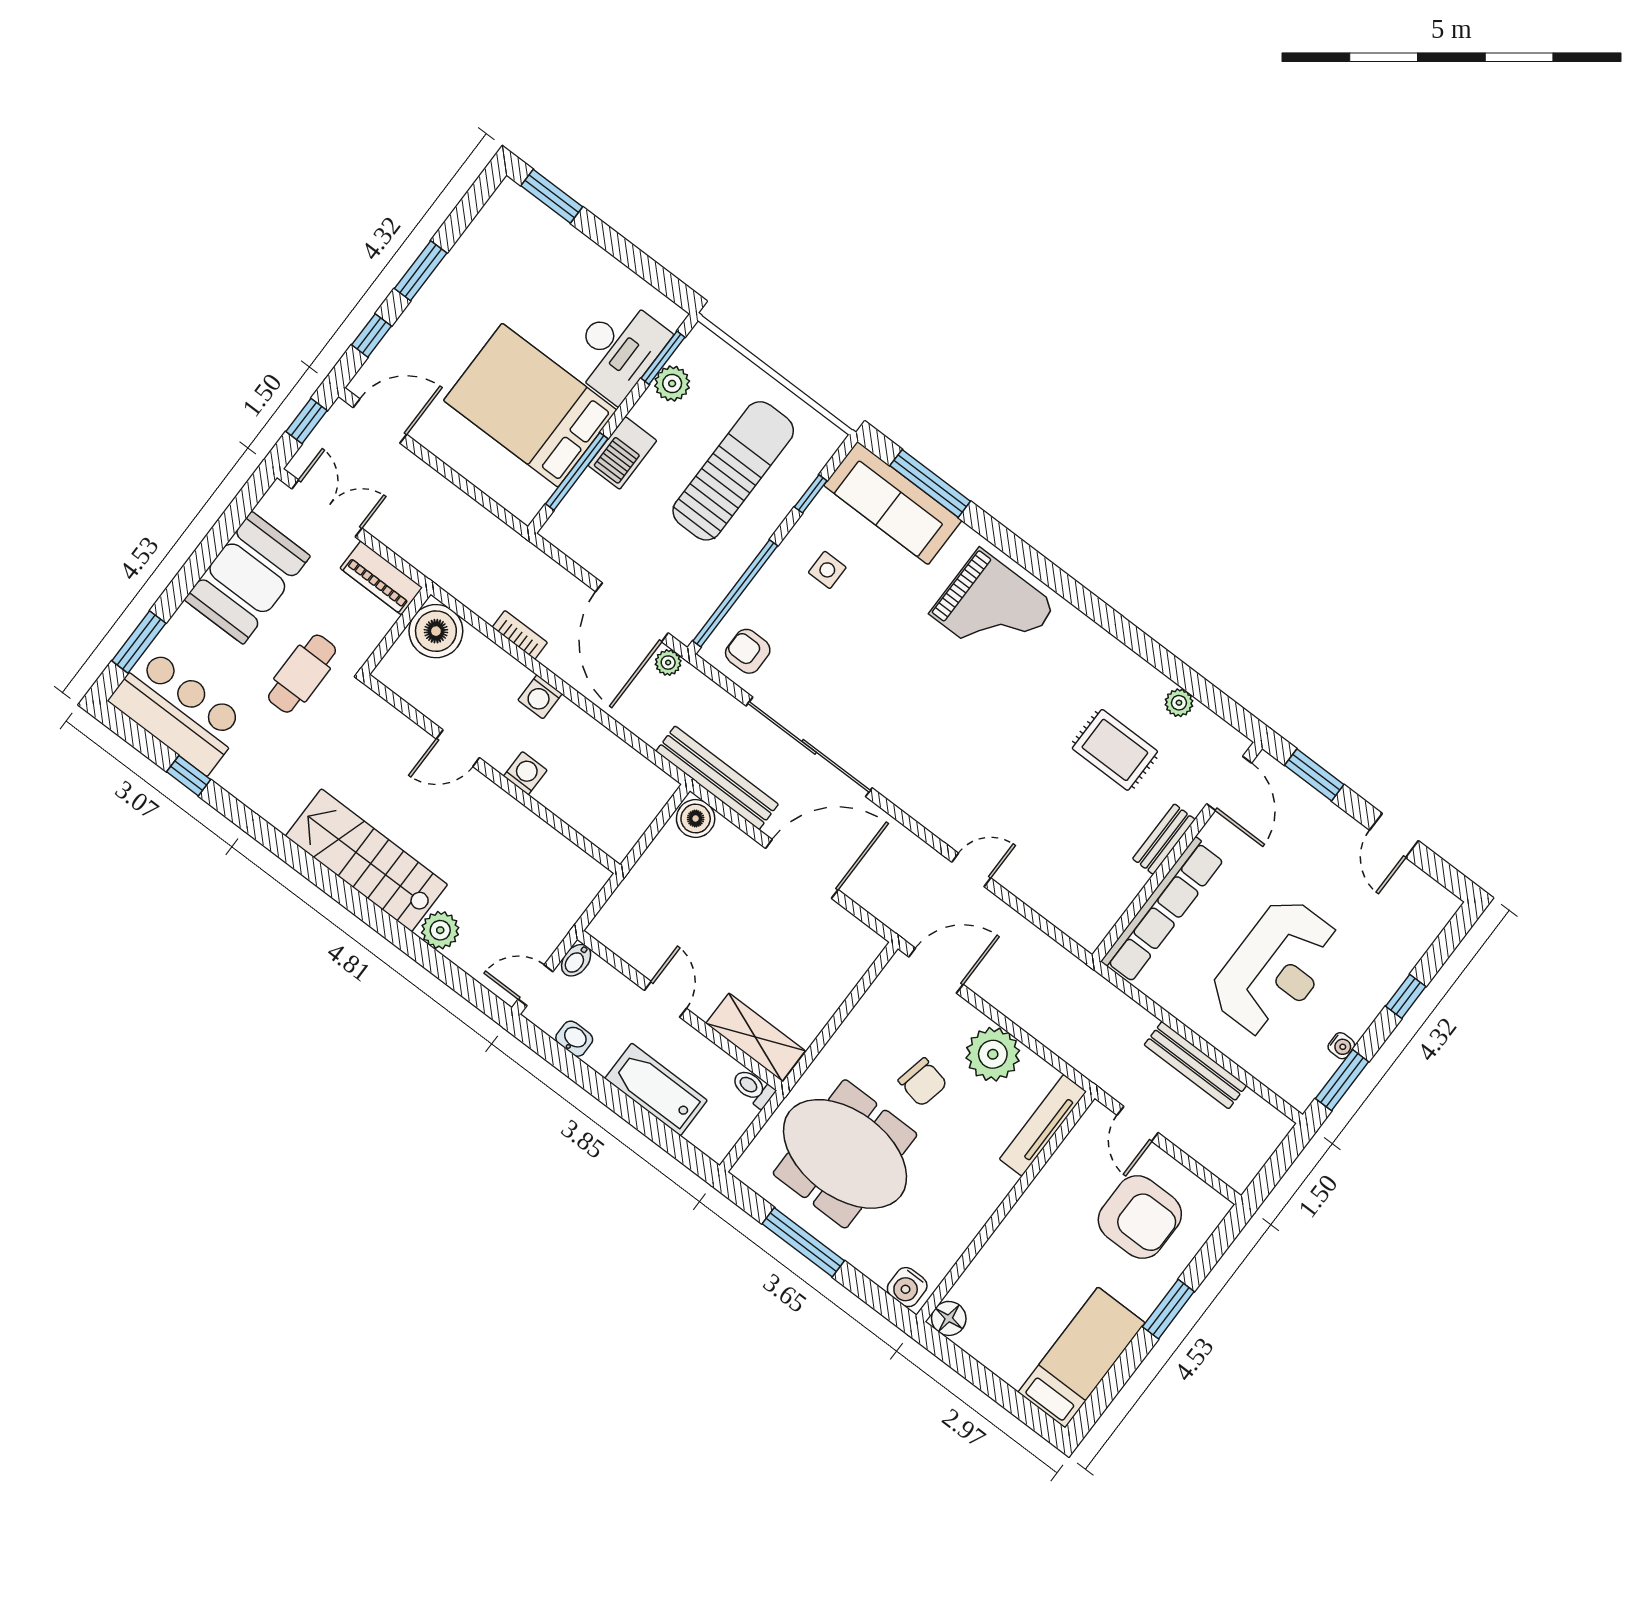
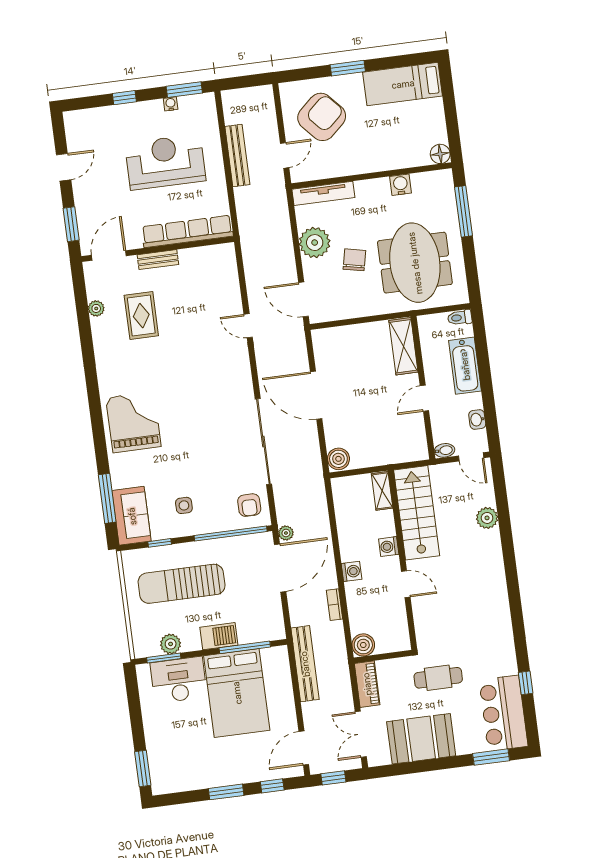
door: (380, 421) -> (304, 748), hinge flipped
sofa: (893, 503) -> (132, 516), width x0.73
boiler: (436, 631) -> (363, 645), width x0.73, depth x0.73
bench: (717, 778) -> (305, 664), moved
shelving: (602, 833) -> (382, 491), added
stairs: (366, 860) -> (417, 513), moved, turned 180
toilet: (753, 1088) -> (460, 318), moved, turned 90
armchair: (1140, 1217) -> (322, 117), turned 48
window: (803, 1242) -> (463, 211), moved
water cooler: (907, 1287) -> (401, 185), moved, turned -90

